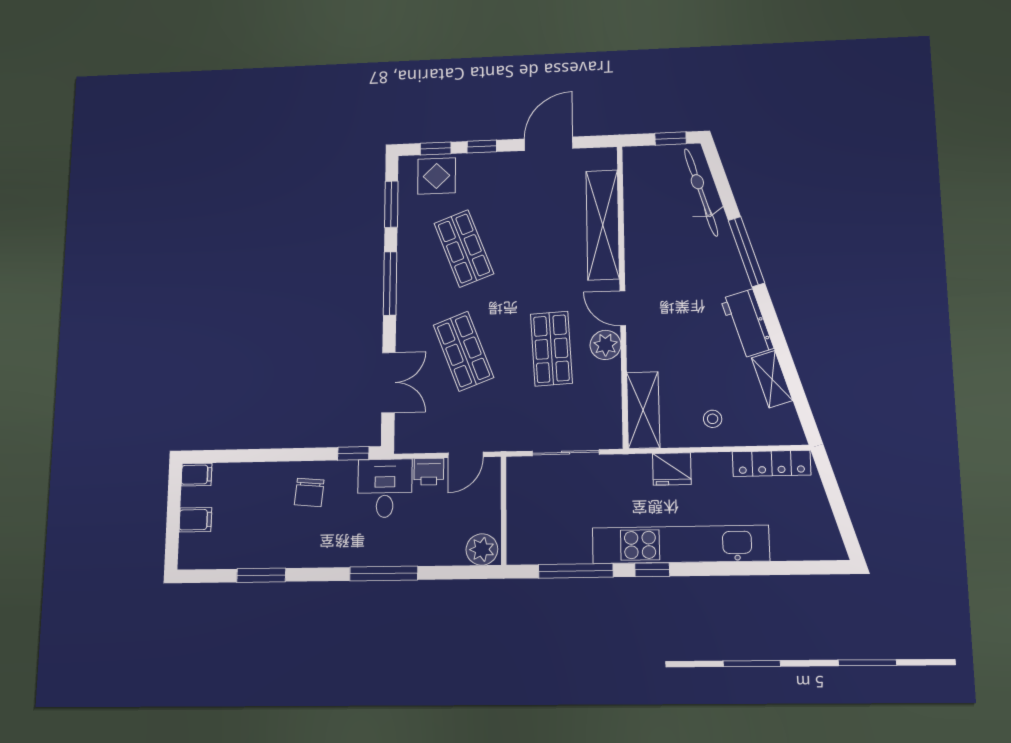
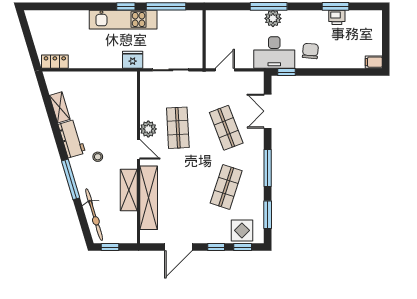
shop shelf: (464, 248) -> (226, 187), turned 39
shelving: (643, 410) -> (129, 190), moved
stool: (713, 419) -> (98, 157), moved
locker: (772, 463) -> (55, 62), width x0.66
fridge: (672, 469) -> (133, 60), moved
printer: (429, 472) -> (337, 17), moved, turned 180
desk: (385, 488) -> (274, 52), width x1.37
filing cabinet: (195, 520) -> (373, 37), removed
kitchen unit: (680, 544) -> (123, 20), width x0.73
plant: (482, 549) -> (273, 18), moved

